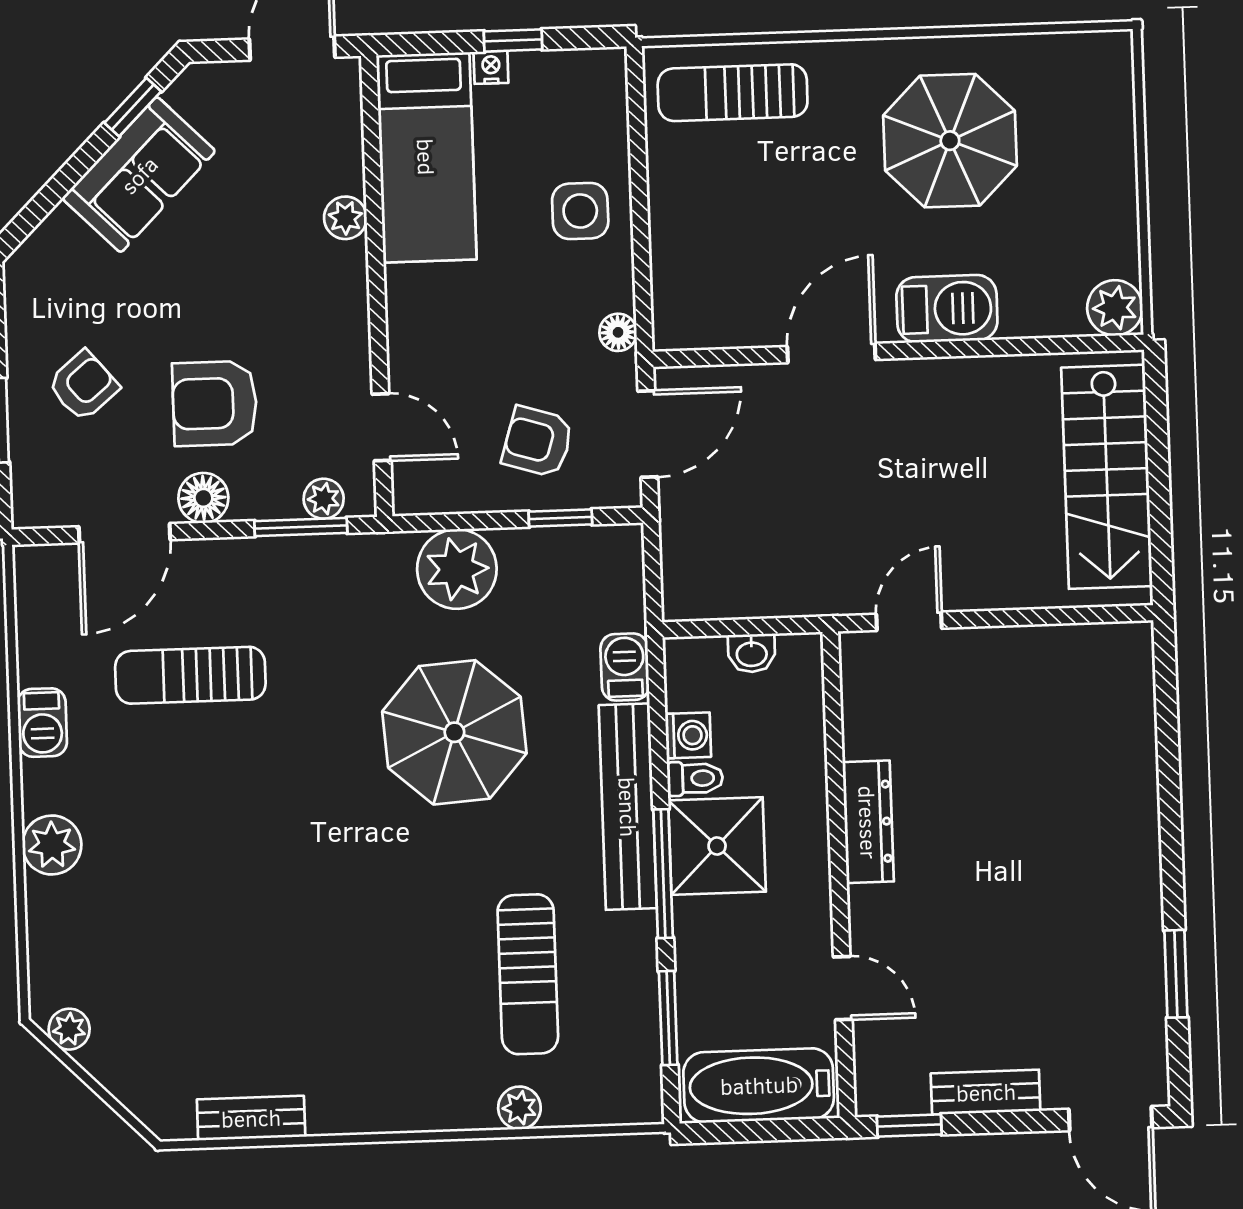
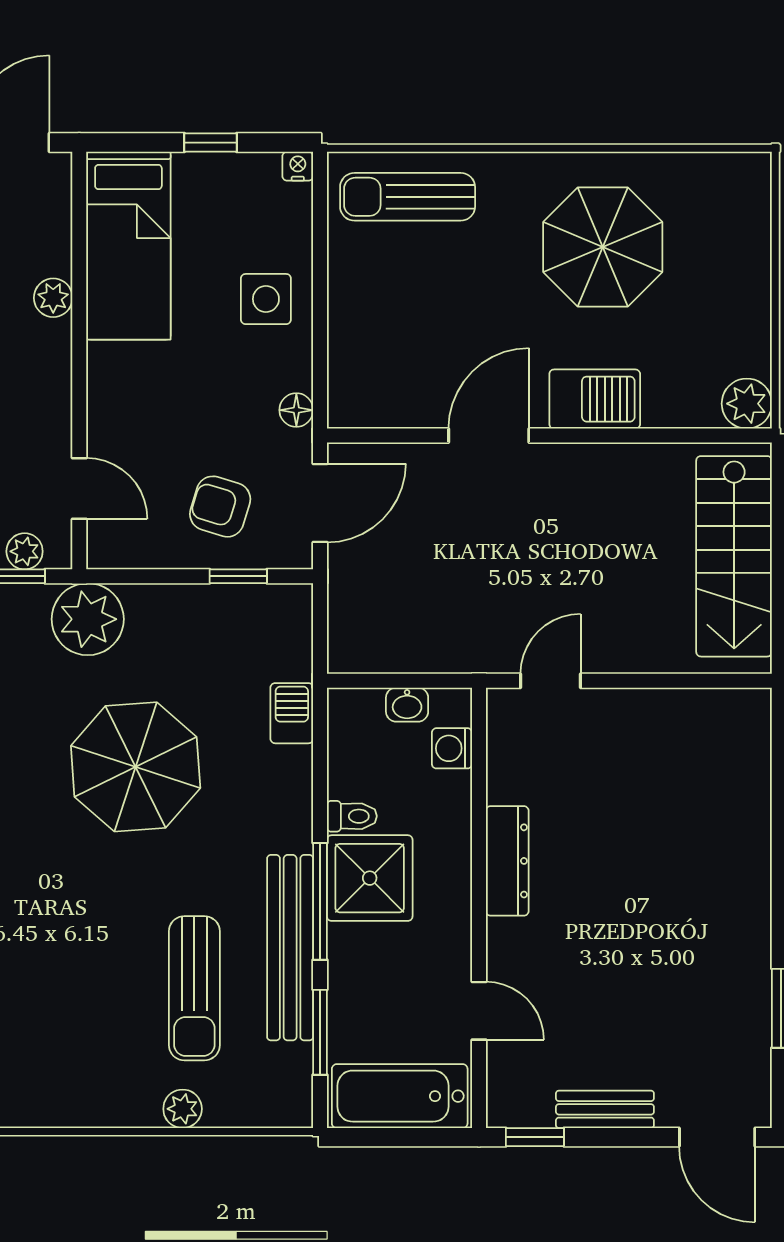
nightstand: (491, 67) -> (298, 166), moved
plant: (457, 569) -> (88, 619), moved
washing machine: (688, 735) -> (452, 748), moved, turned 180
bench: (628, 807) -> (290, 948), moved

